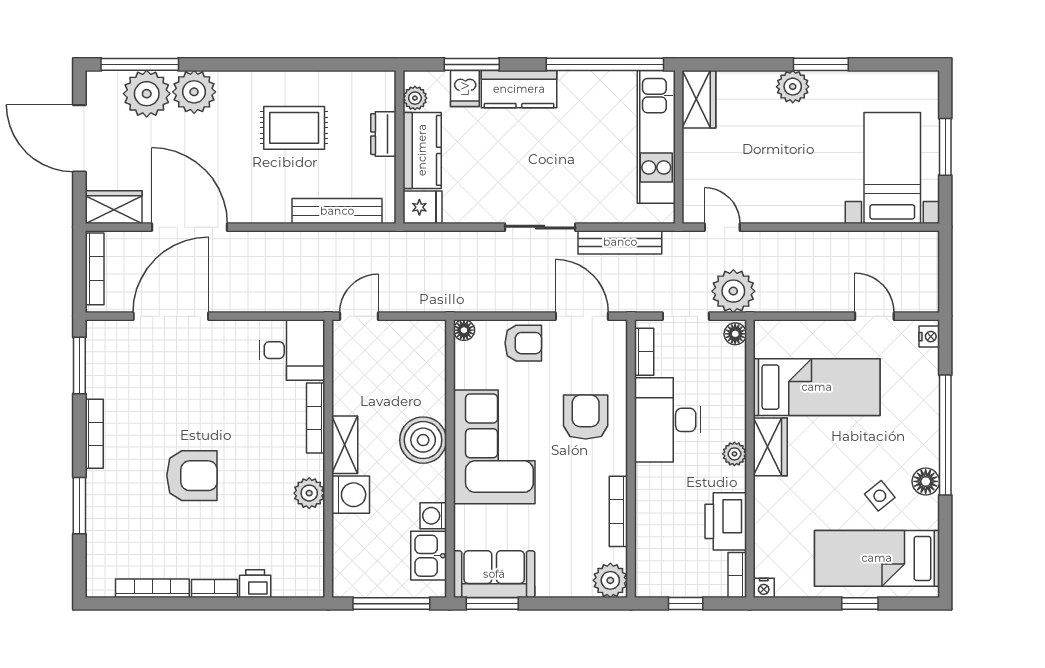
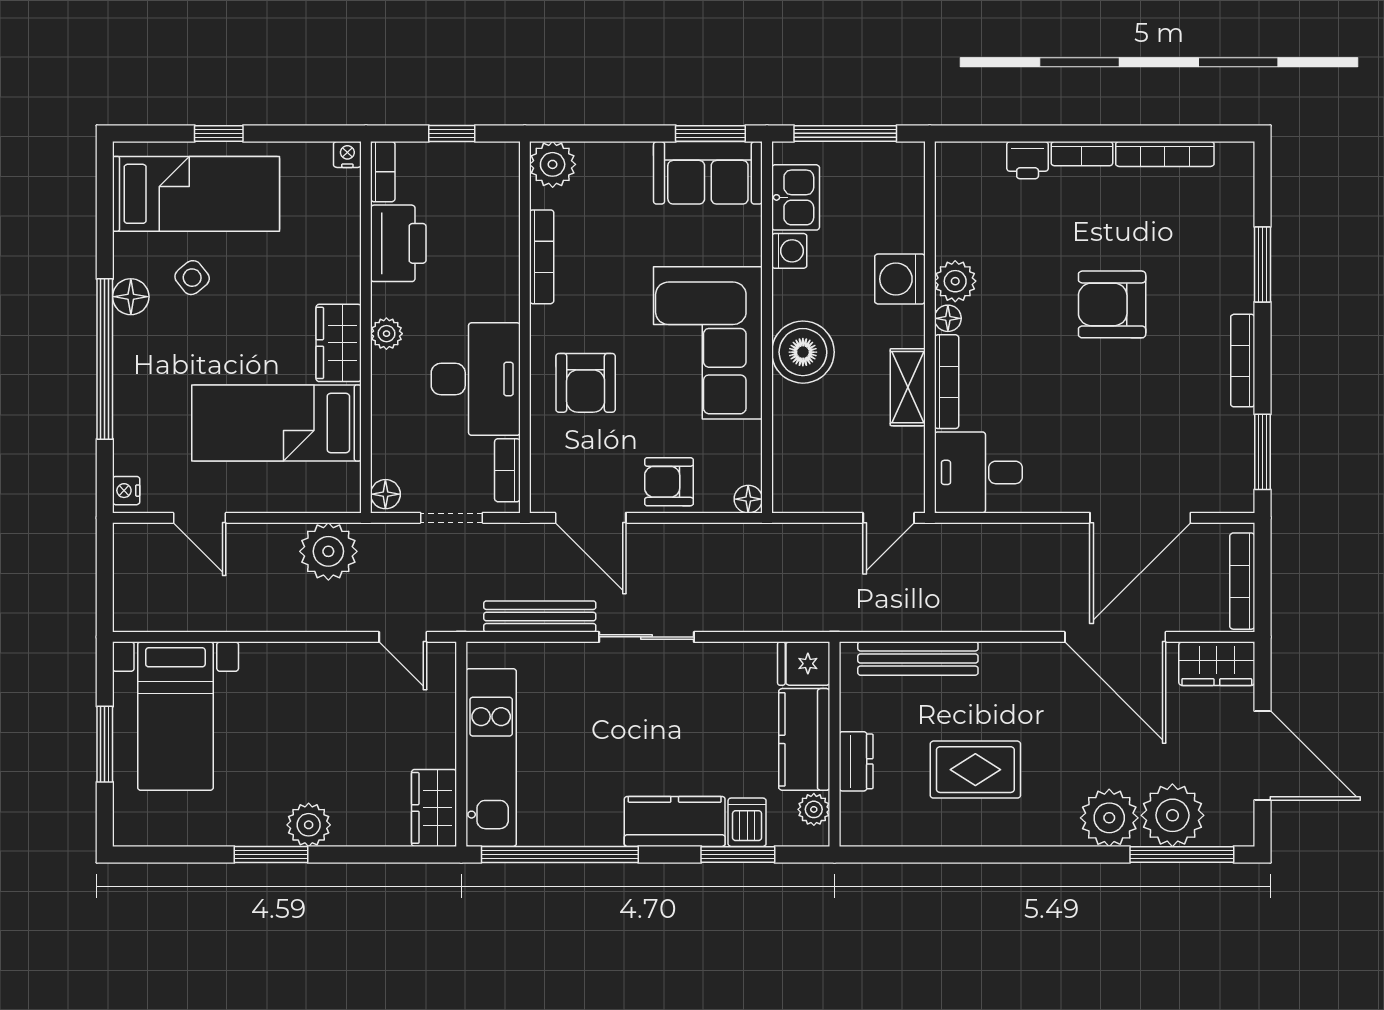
plant: (733, 291) -> (328, 551), moved
shelving: (345, 445) -> (908, 387), moved
floor lamp: (315, 465) -> (948, 318), added

